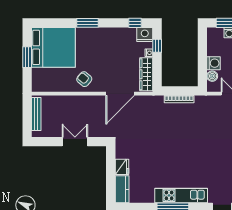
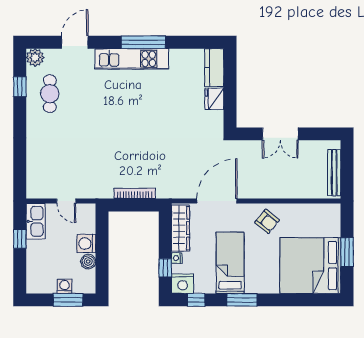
window: (88, 23) -> (242, 300), moved
bed: (111, 49) -> (230, 263), added
boiler: (212, 76) -> (88, 262), moved

